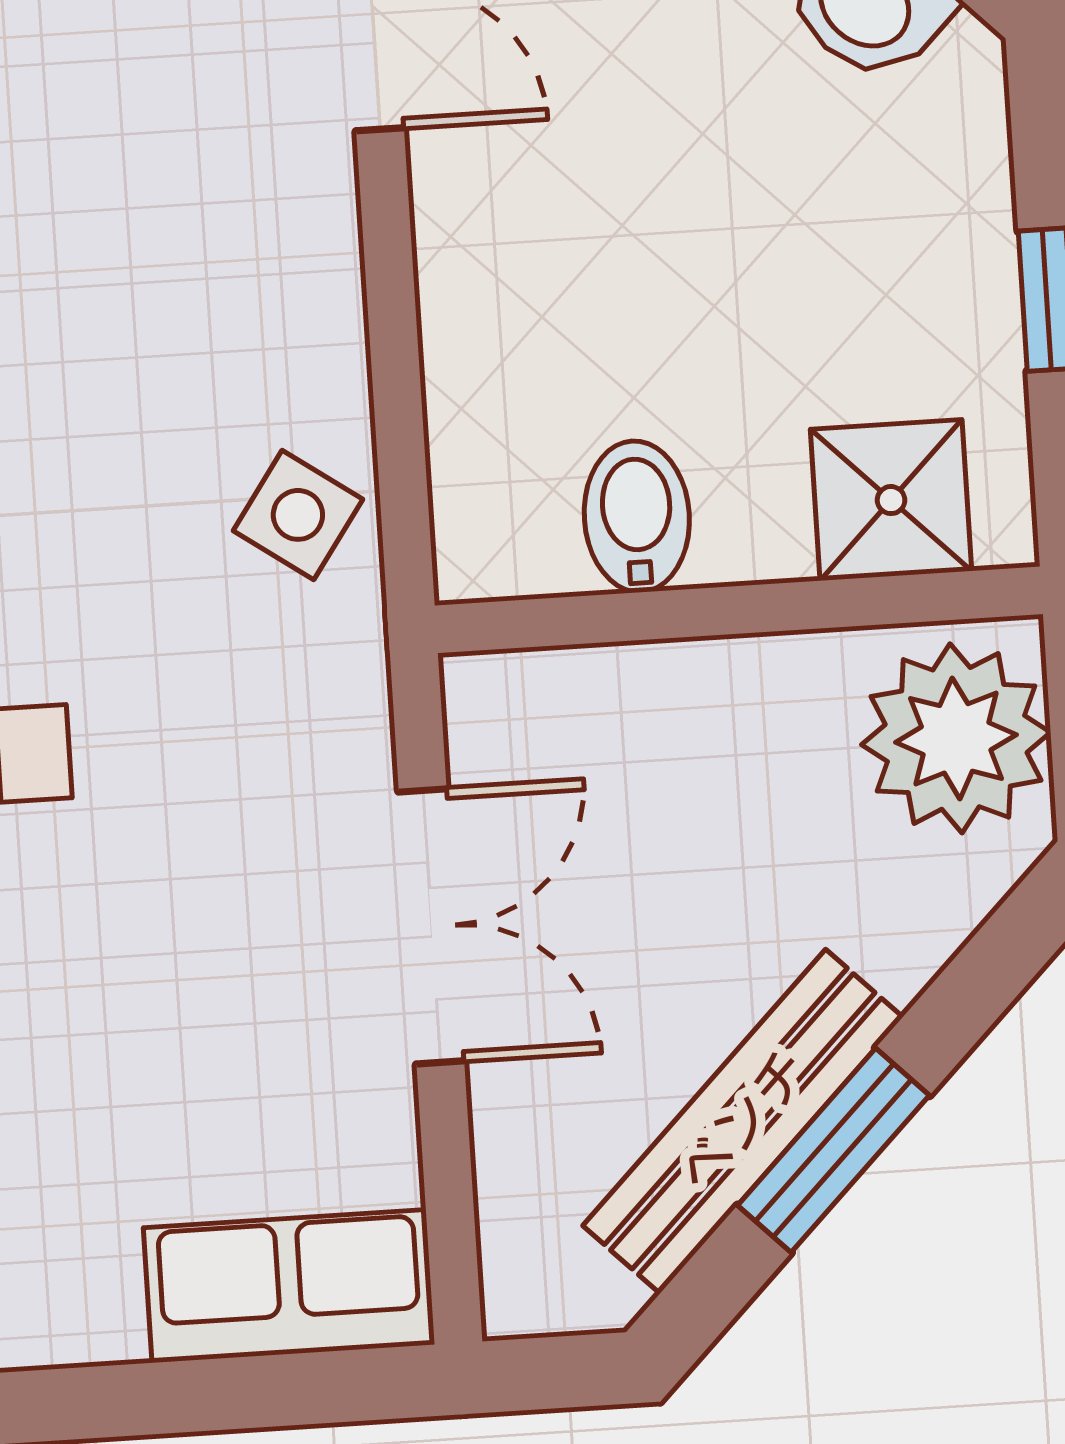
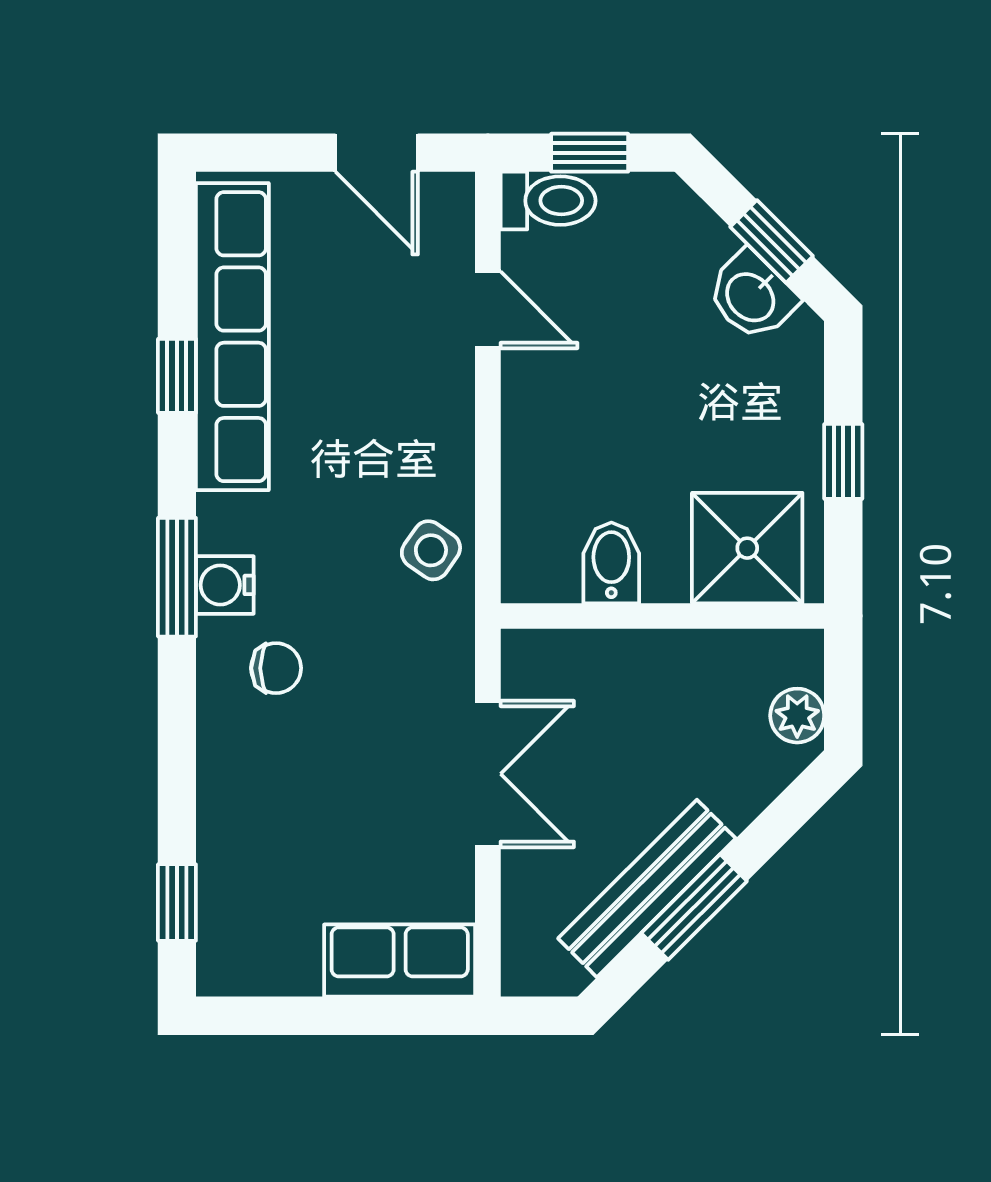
shower: (891, 500) -> (747, 548), width x1.36, depth x1.36
plant: (956, 738) -> (797, 716), width x0.53, depth x0.53

